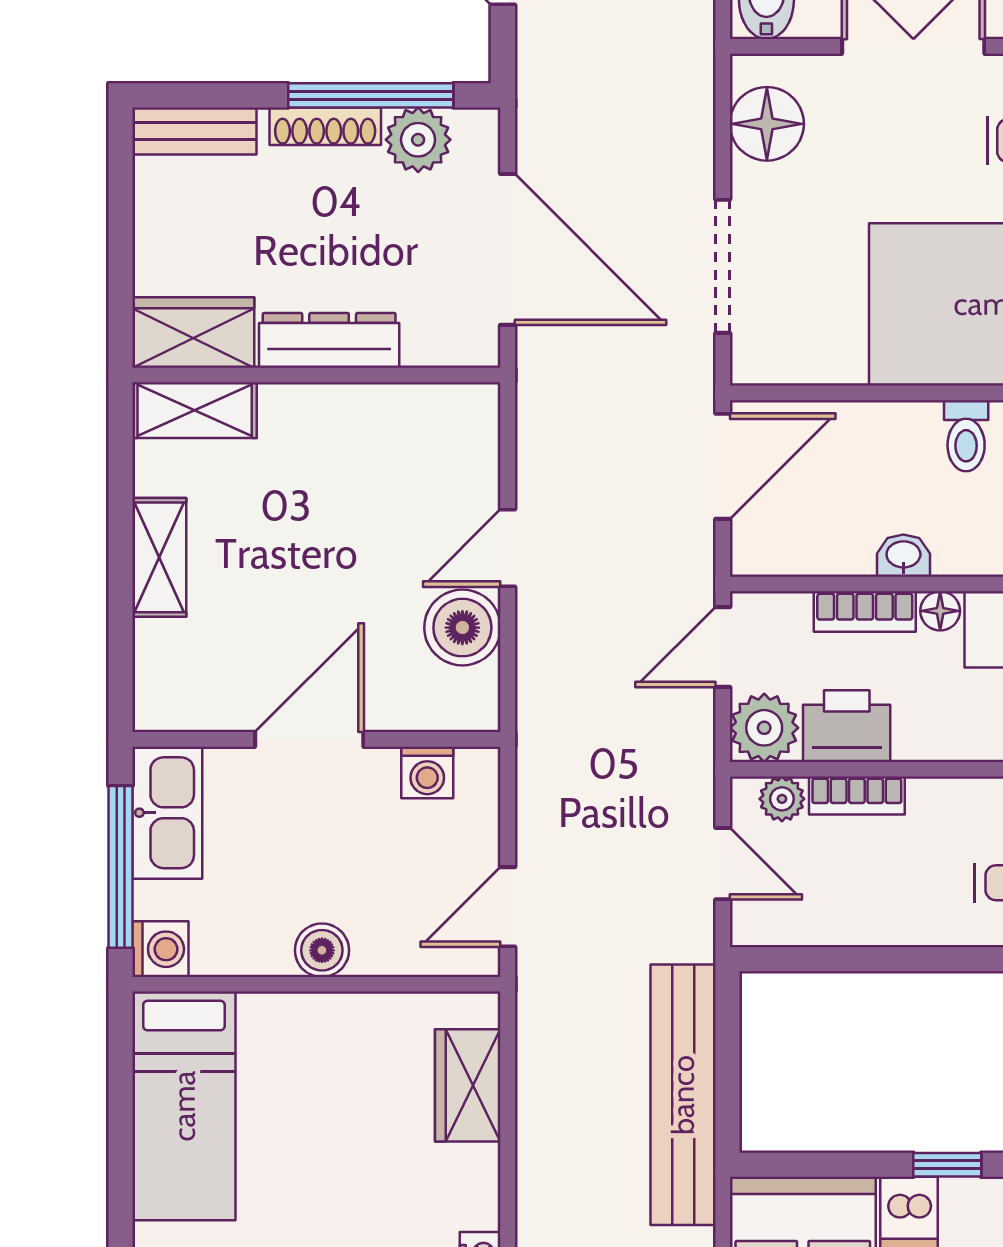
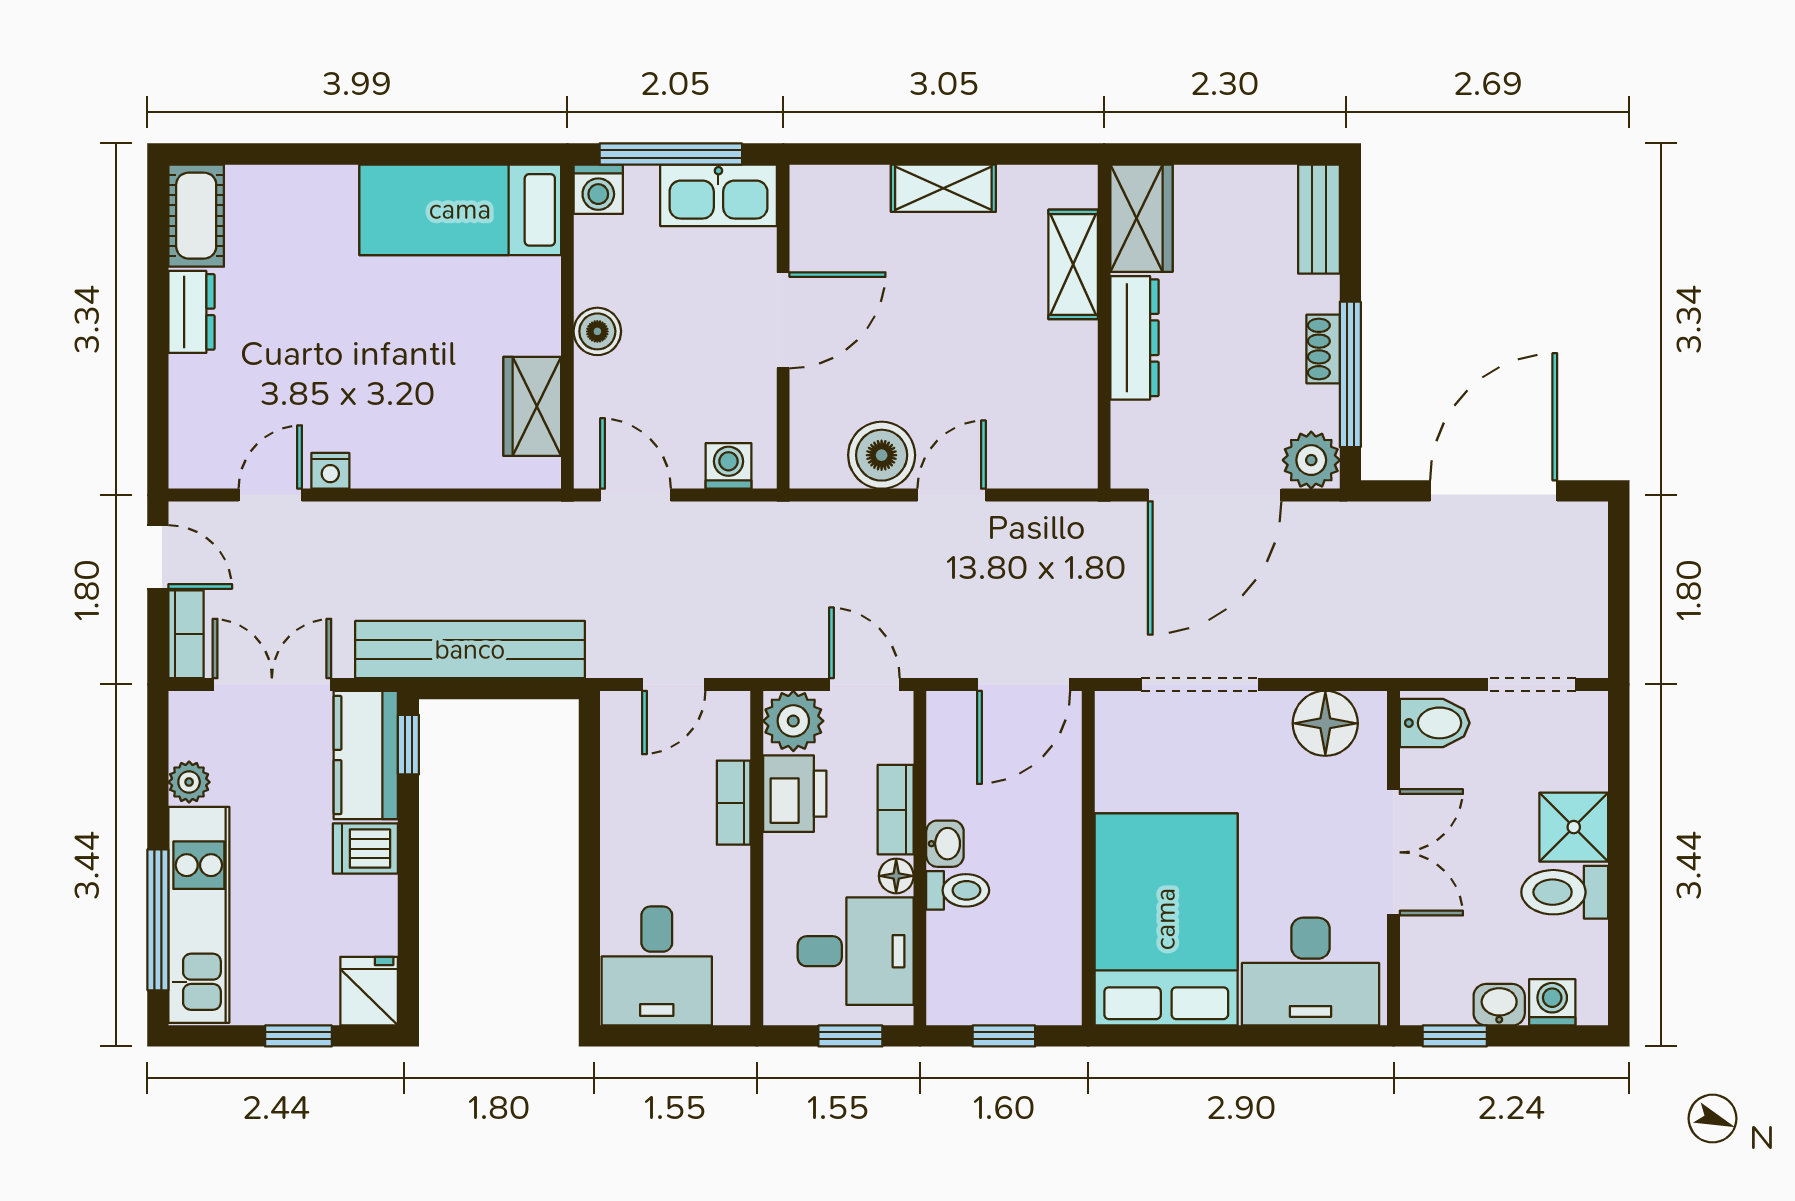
shoe rack: (325, 126) -> (1323, 349), width x0.70
plant: (418, 140) -> (1311, 460), moved
shelving: (195, 410) -> (1073, 264), moved
toilet: (966, 436) -> (958, 890), moved, turned 180
door: (723, 466) -> (1024, 684), hinge flipped
door: (508, 548) -> (952, 495), hinge flipped
door: (309, 739) -> (783, 320), hinge flipped
washing machine: (427, 772) -> (728, 466), moved, turned 90
plant: (782, 799) -> (731, 737), removed
wardrobe: (468, 1085) -> (532, 406), moved, turned -90
window: (947, 1165) -> (408, 745), moved

